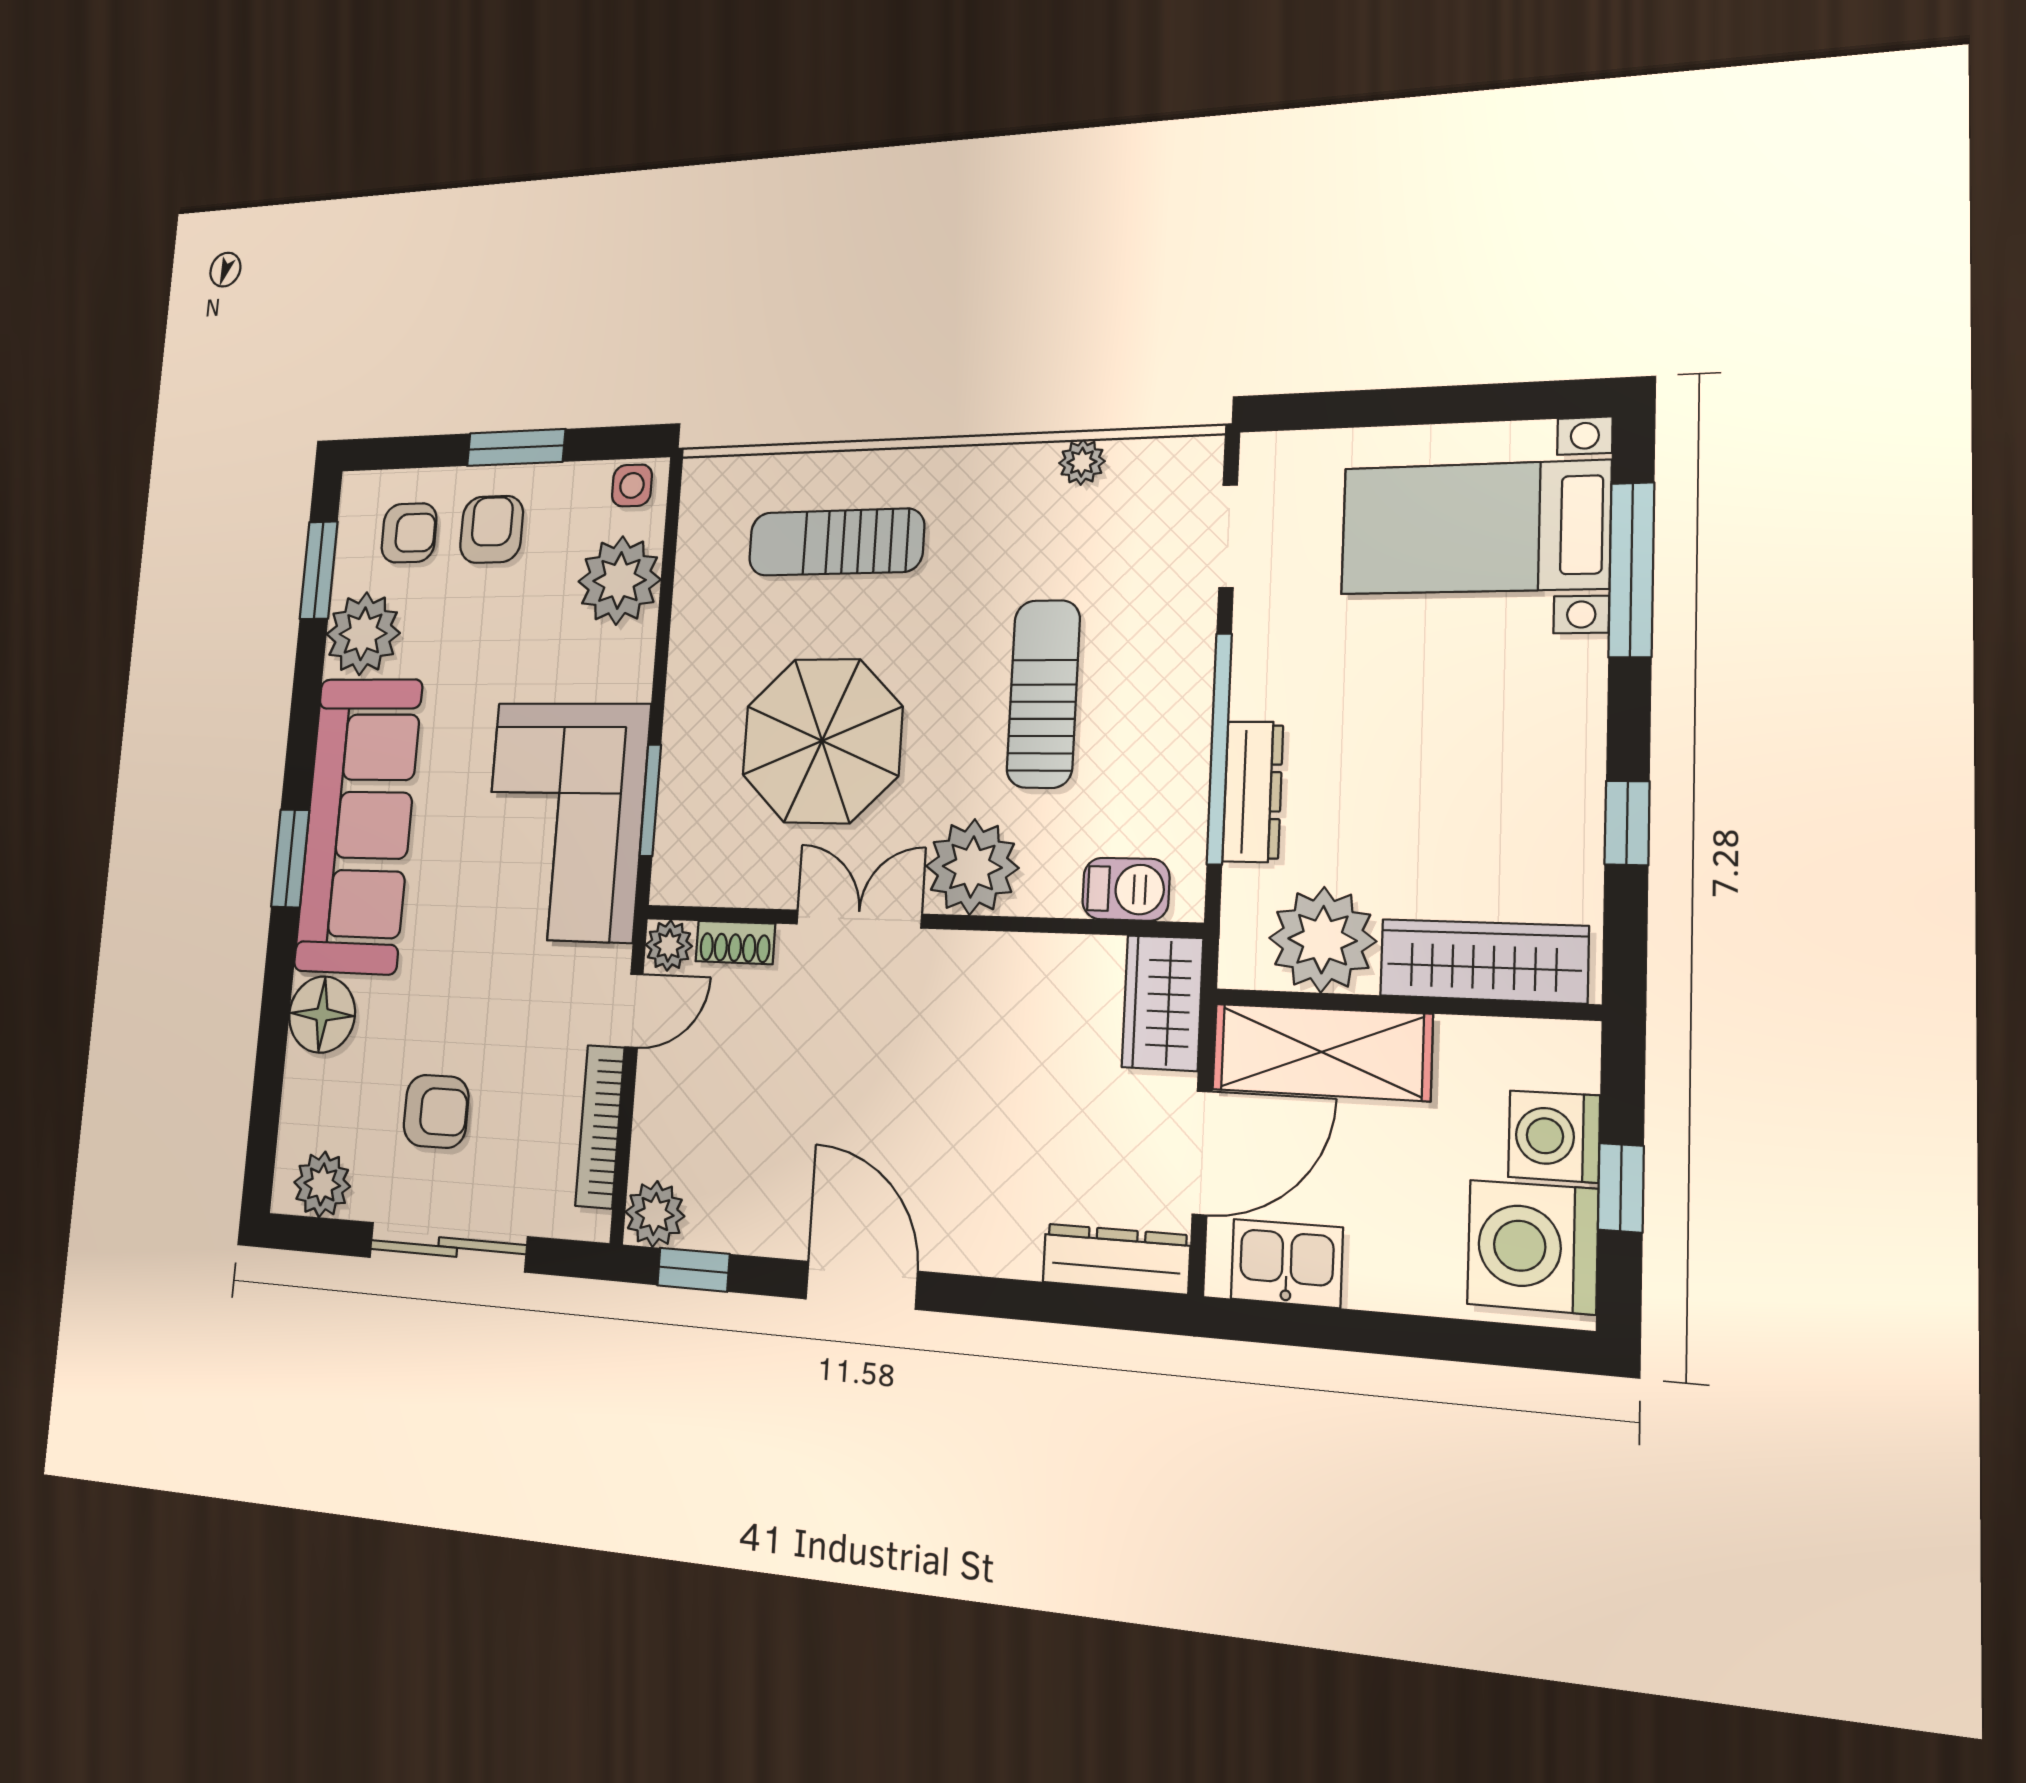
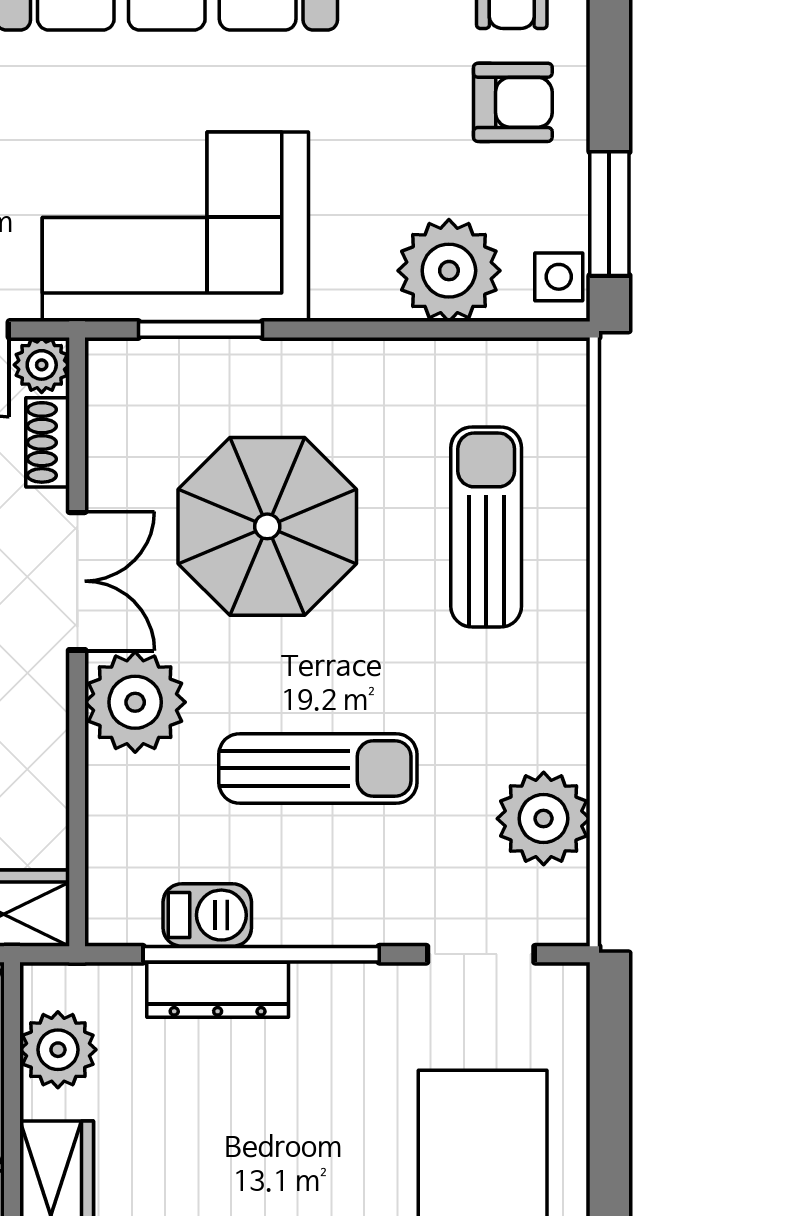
window: (516, 447) -> (609, 214), moved
plant: (1082, 462) -> (544, 819), width x1.88, depth x1.88
barbecue: (1126, 889) -> (207, 915), moved, turned -90
plant: (1322, 940) -> (58, 1050), width x0.73, depth x0.73

